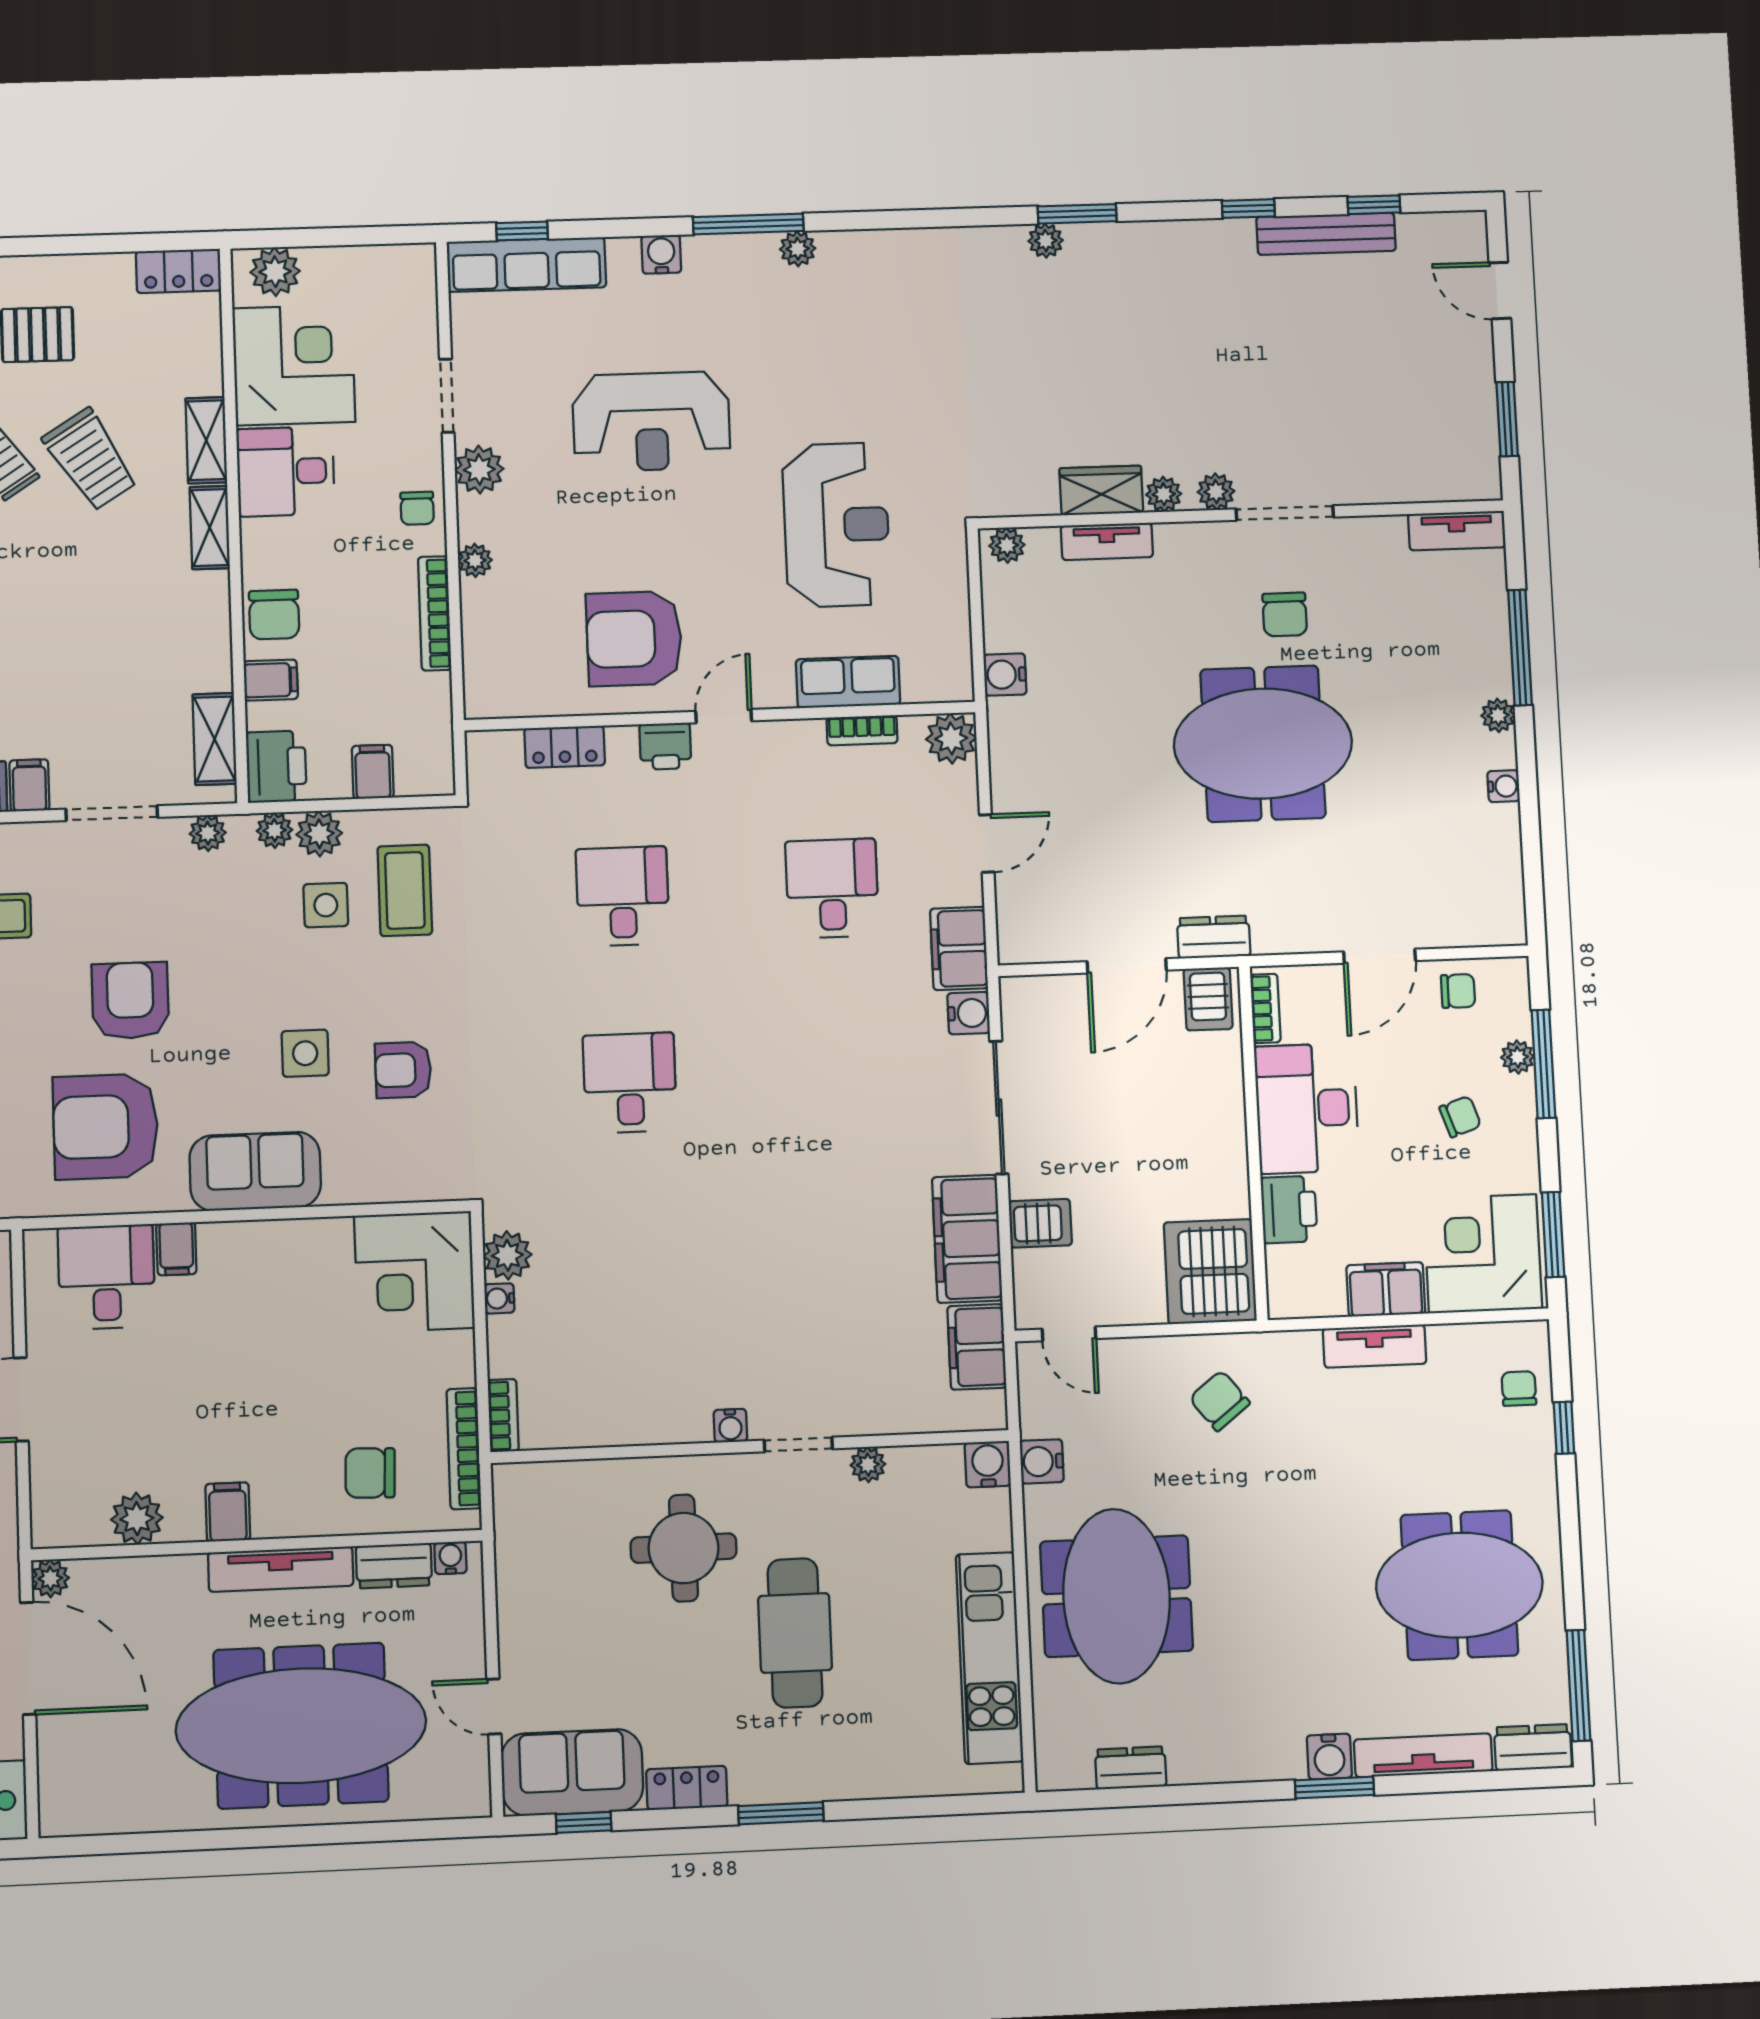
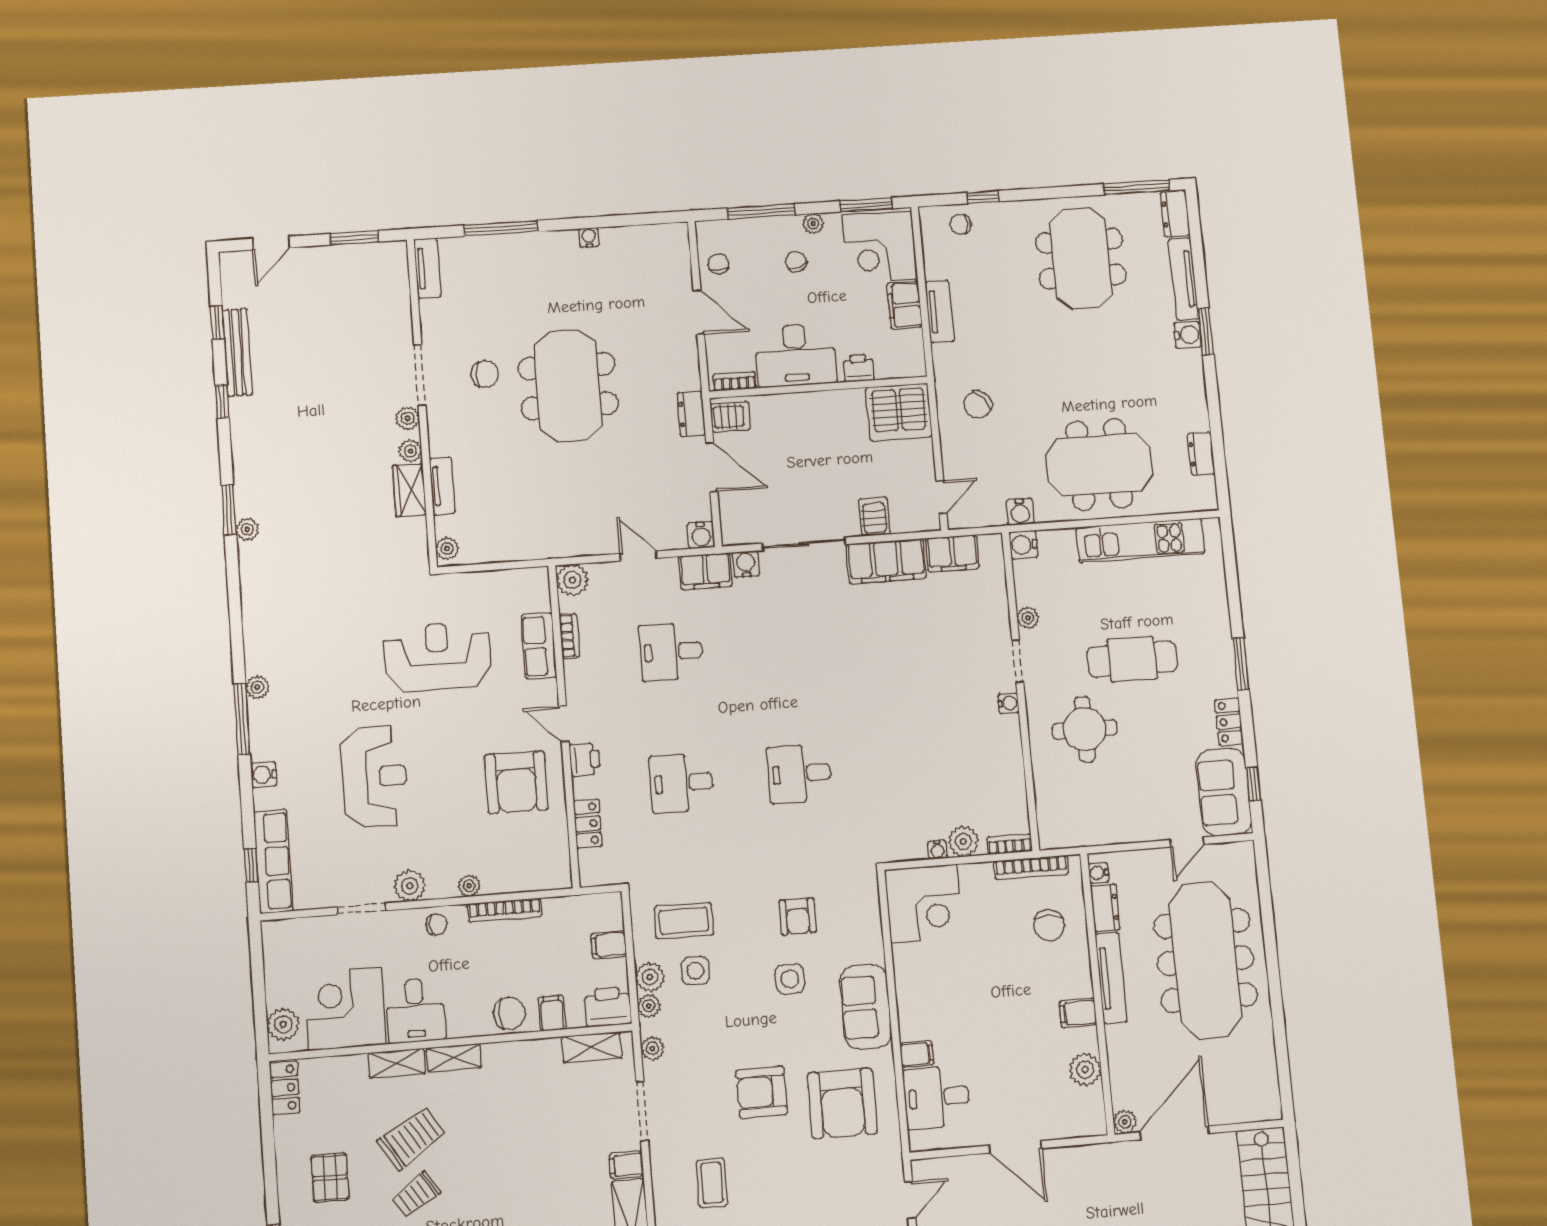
water cooler: (1005, 675) -> (701, 535), moved
plant: (1498, 715) -> (544, 241), removed
plant: (1518, 1057) -> (813, 224), moved
printer: (1289, 1210) -> (859, 368), width x0.73, depth x0.81
plant: (507, 1255) -> (963, 841), moved

